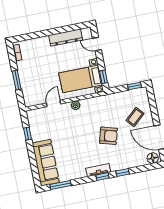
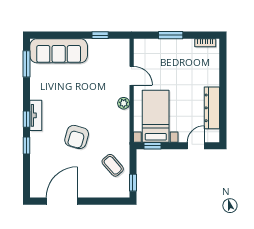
coffee table: (135, 117) -> (113, 165), moved
floor lamp: (153, 158) -> (37, 187), removed

